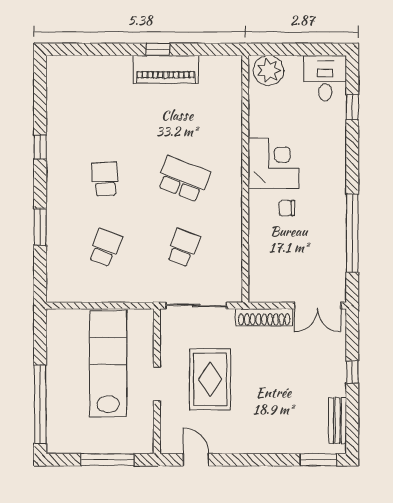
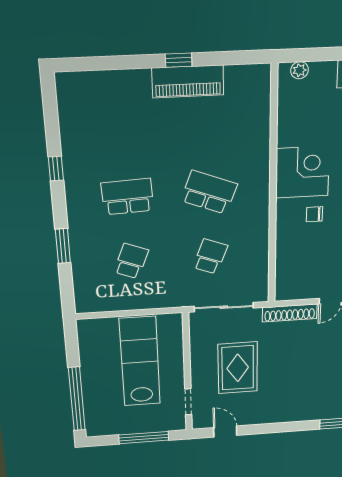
plant: (268, 70) -> (300, 70), width x0.53, depth x0.53
school desk: (105, 179) -> (127, 197), width x1.85
doorway: (157, 384) -> (188, 402), moved

